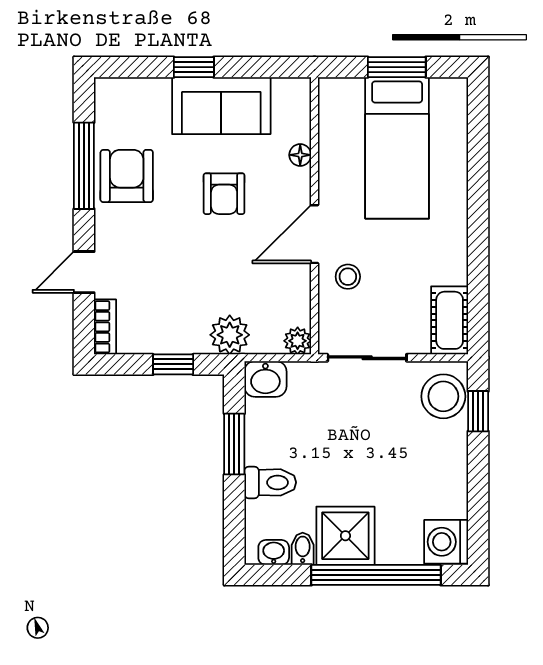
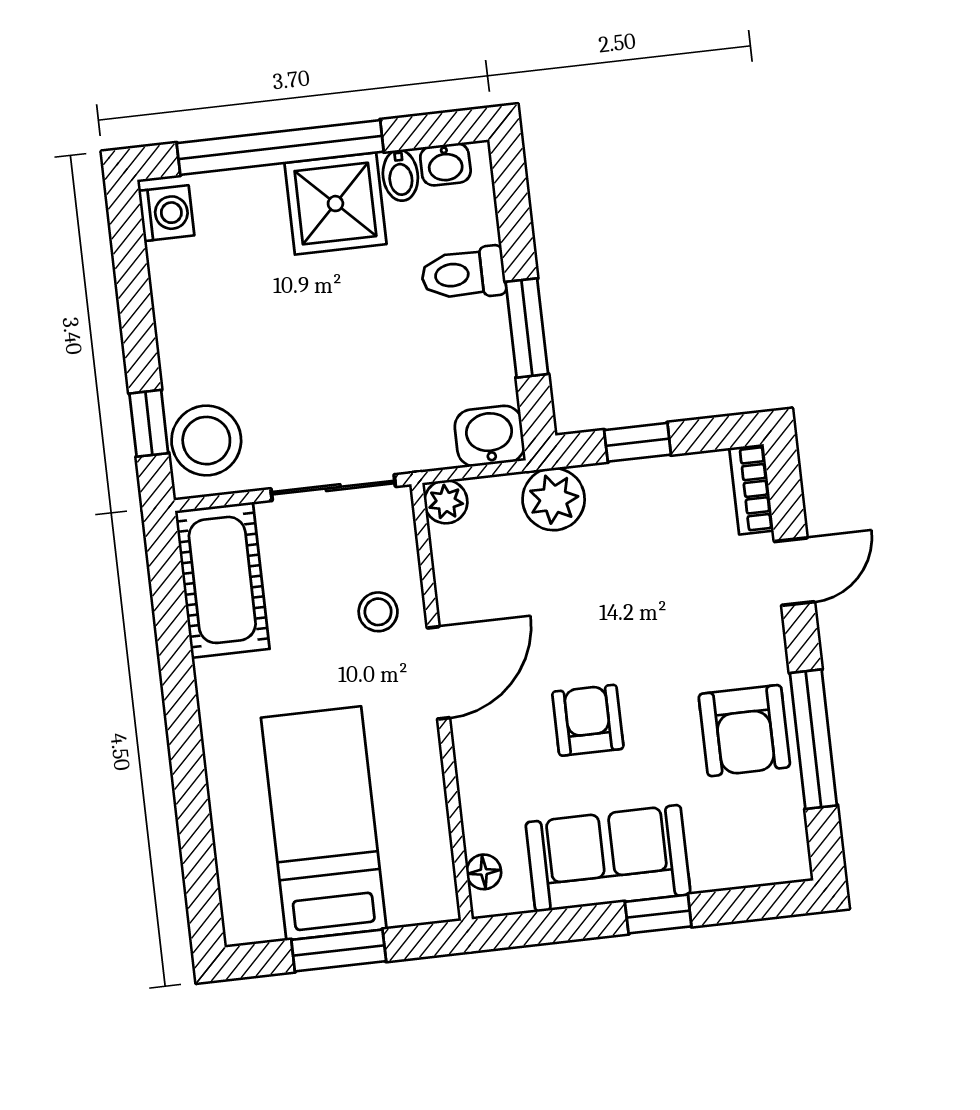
floor lamp: (300, 155) -> (484, 872), moved
cot: (450, 320) -> (222, 580), width x1.37, depth x1.34
washing machine: (446, 542) -> (166, 213), width x0.73, depth x0.73

